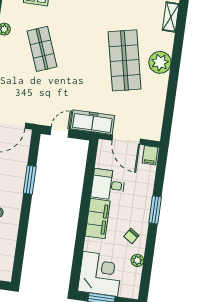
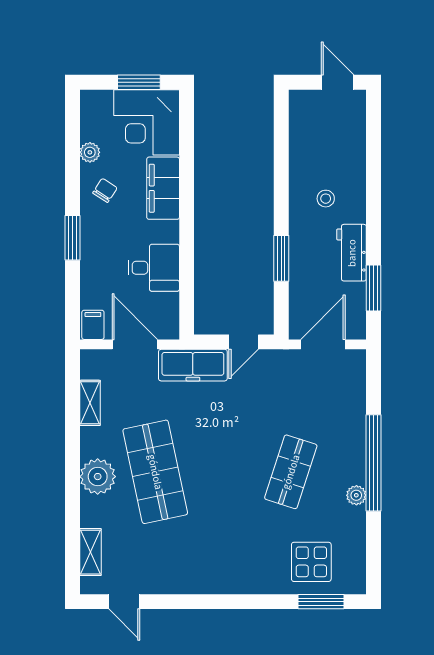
shop shelf: (42, 49) -> (291, 472), turned 39
shelving: (158, 108) -> (90, 403), added
filing cabinet: (98, 219) -> (163, 188), moved

